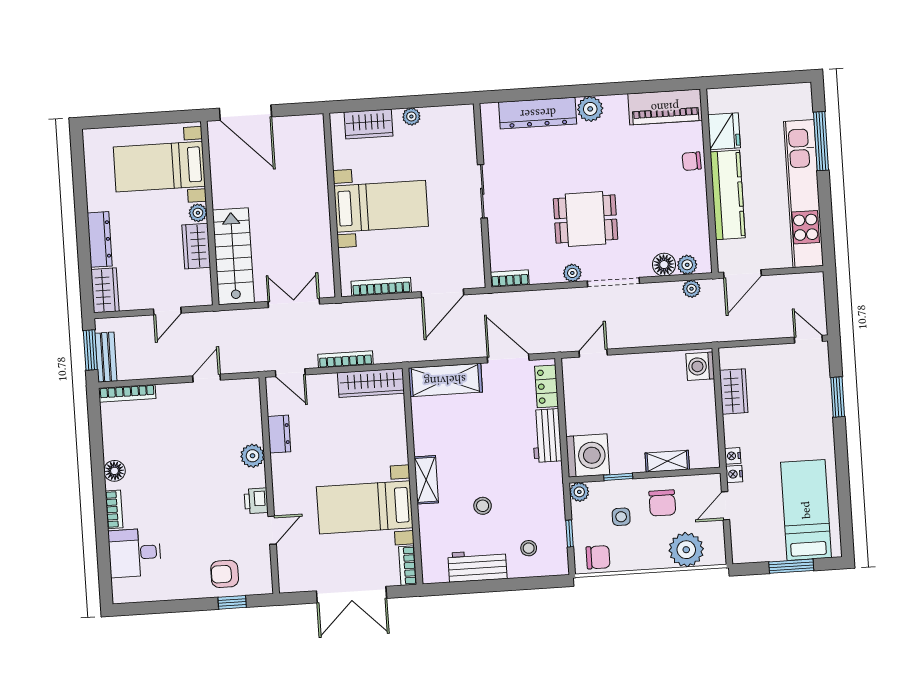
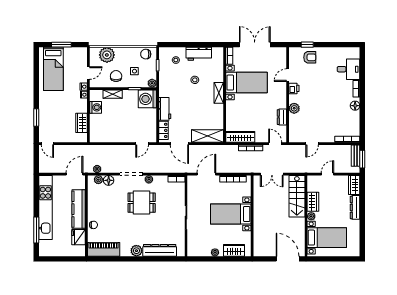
washing machine: (700, 366) -> (96, 107), moved

